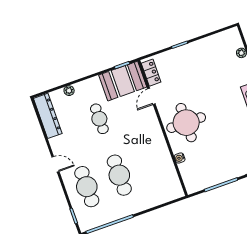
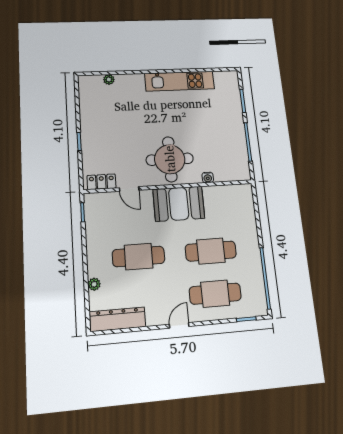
booth: (123, 81) -> (179, 204), moved, turned 90
cafe table: (99, 119) -> (139, 257), width x1.37, depth x1.35

